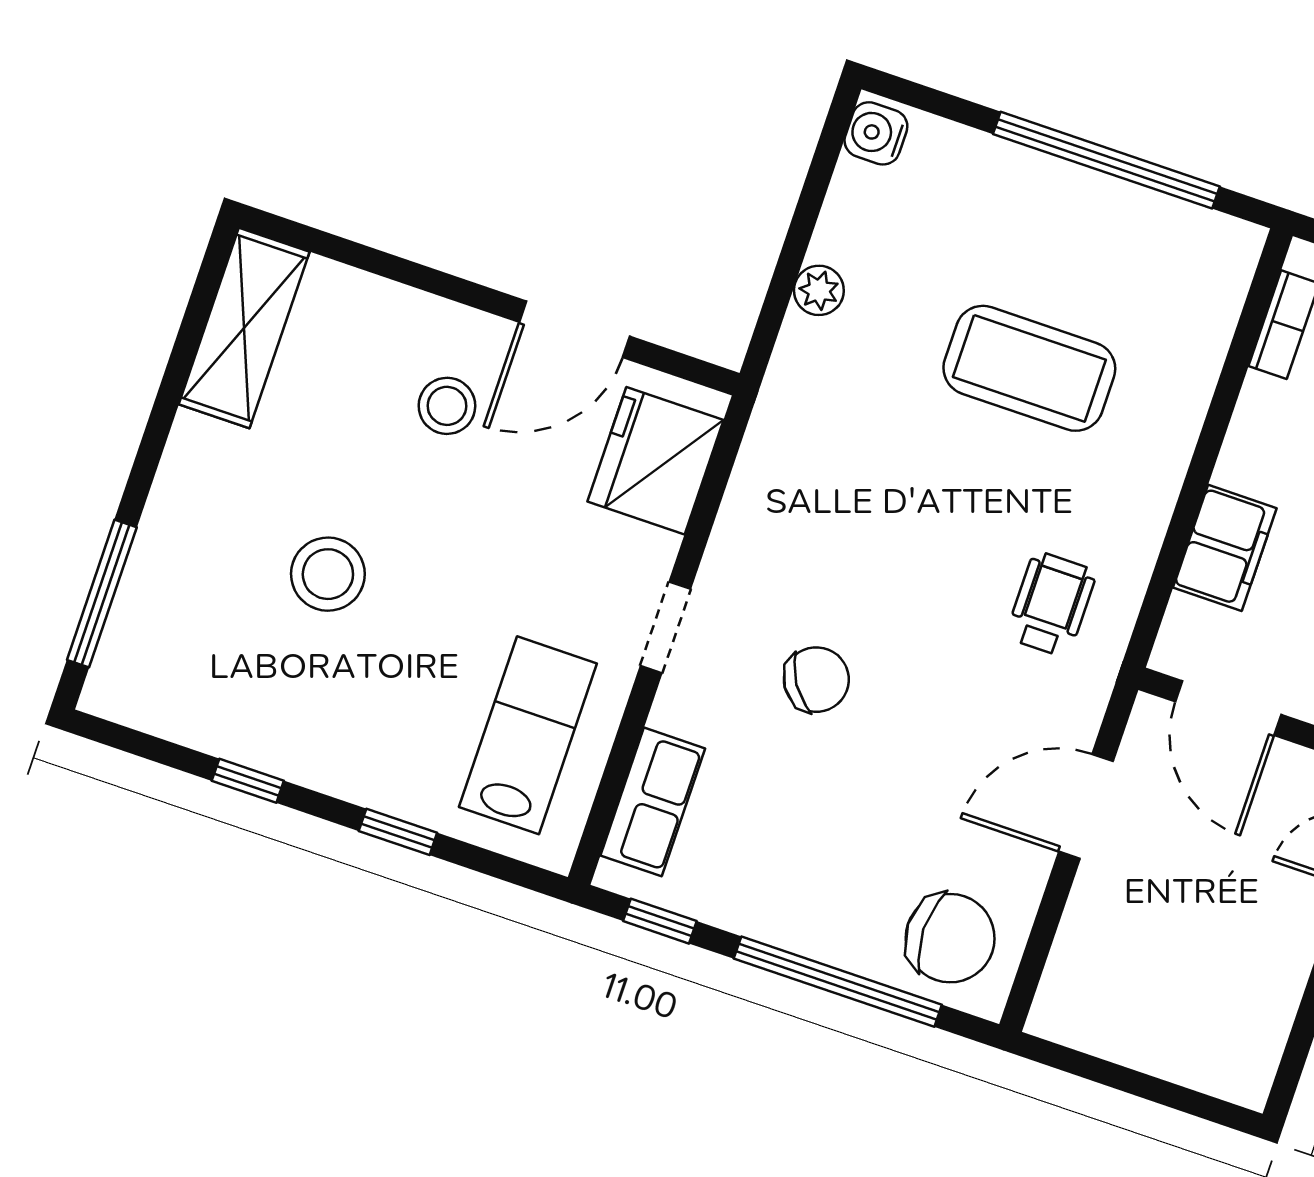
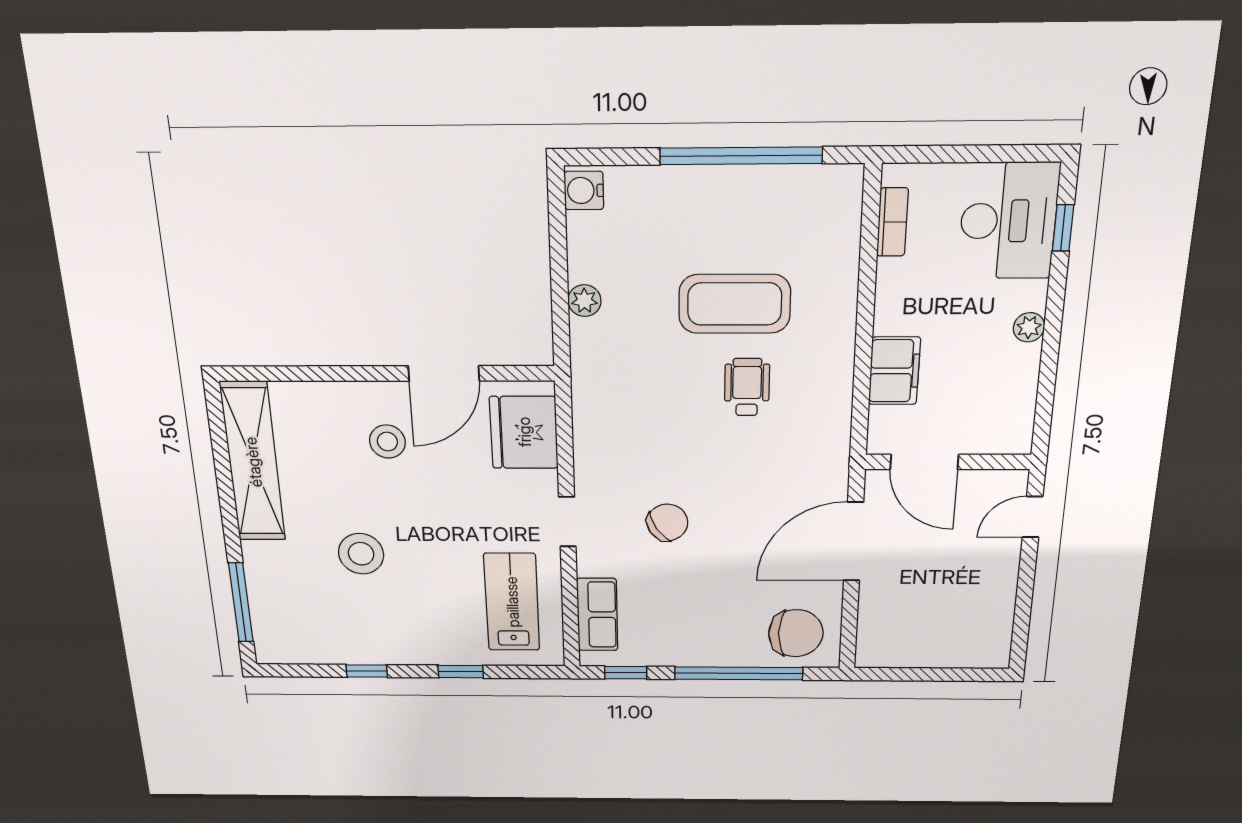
shelving: (244, 328) -> (253, 462), width x1.47
wheelchair: (1051, 604) -> (747, 387), moved
door: (1086, 806) -> (853, 542), width x1.36

